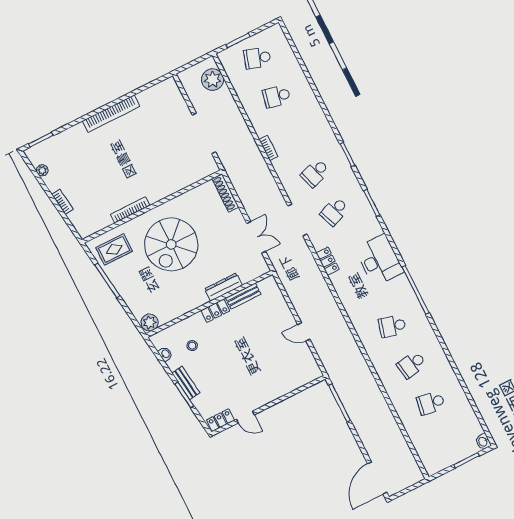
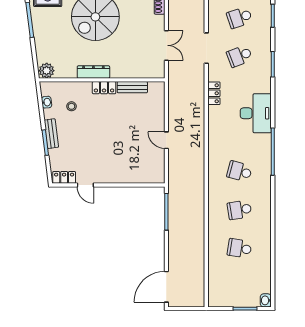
dresser: (223, 287) -> (93, 72), moved

